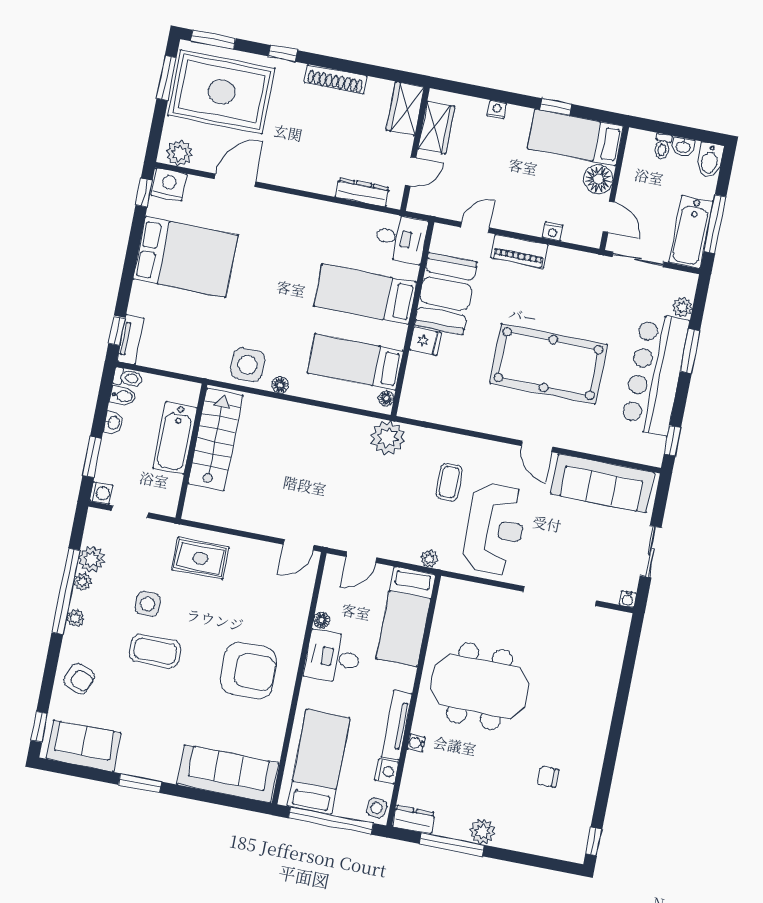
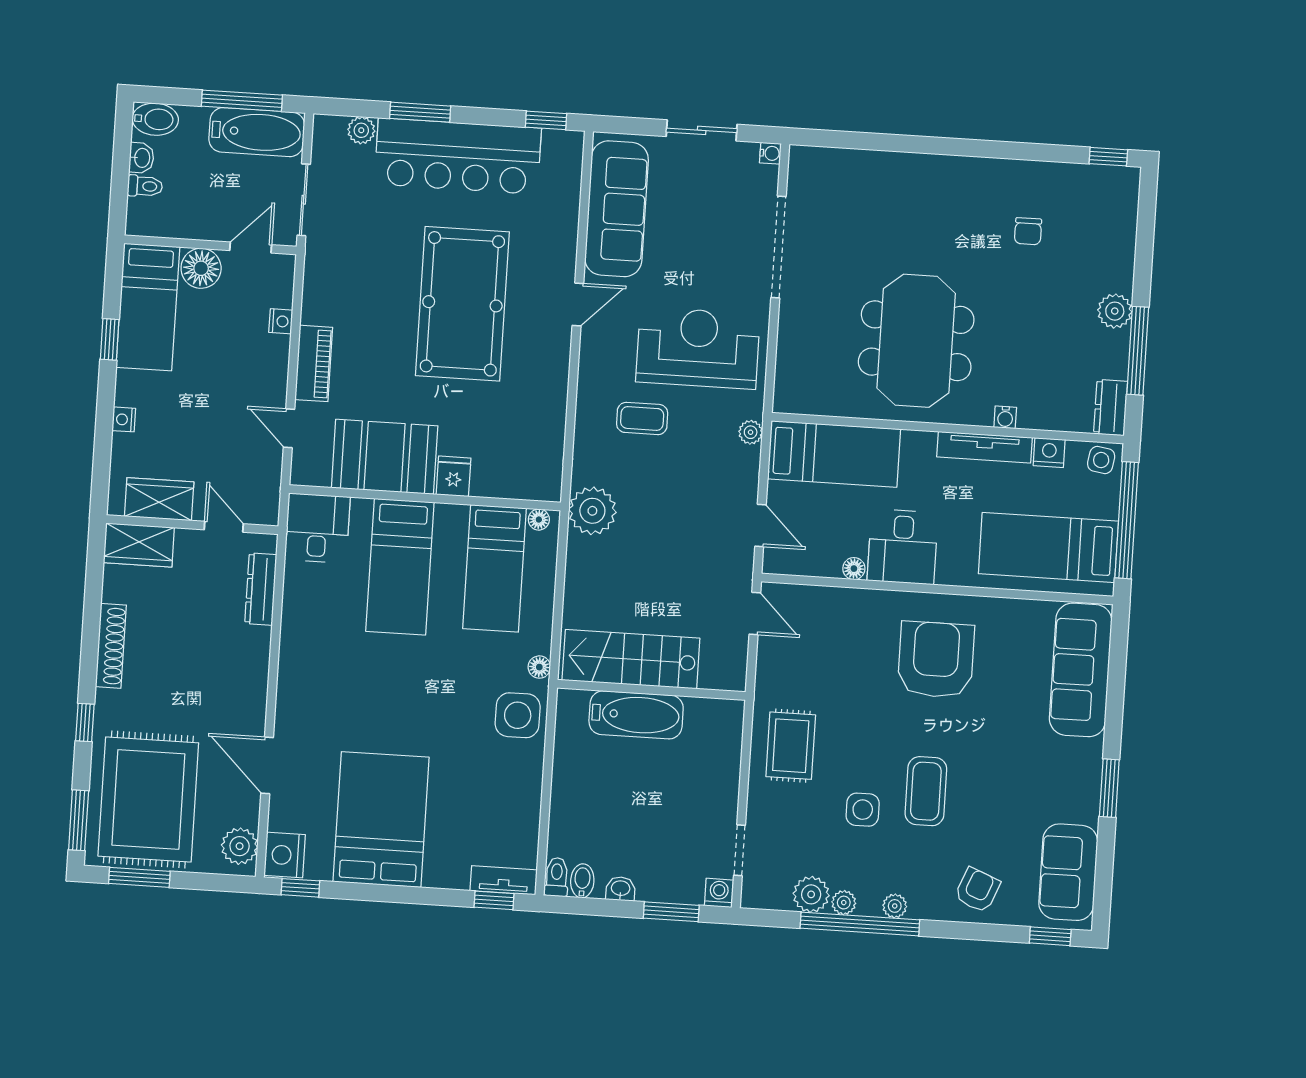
bathtub: (175, 438) -> (636, 715), moved
stairs: (215, 439) -> (631, 659), moved
wall: (191, 451) -> (651, 690), moved

